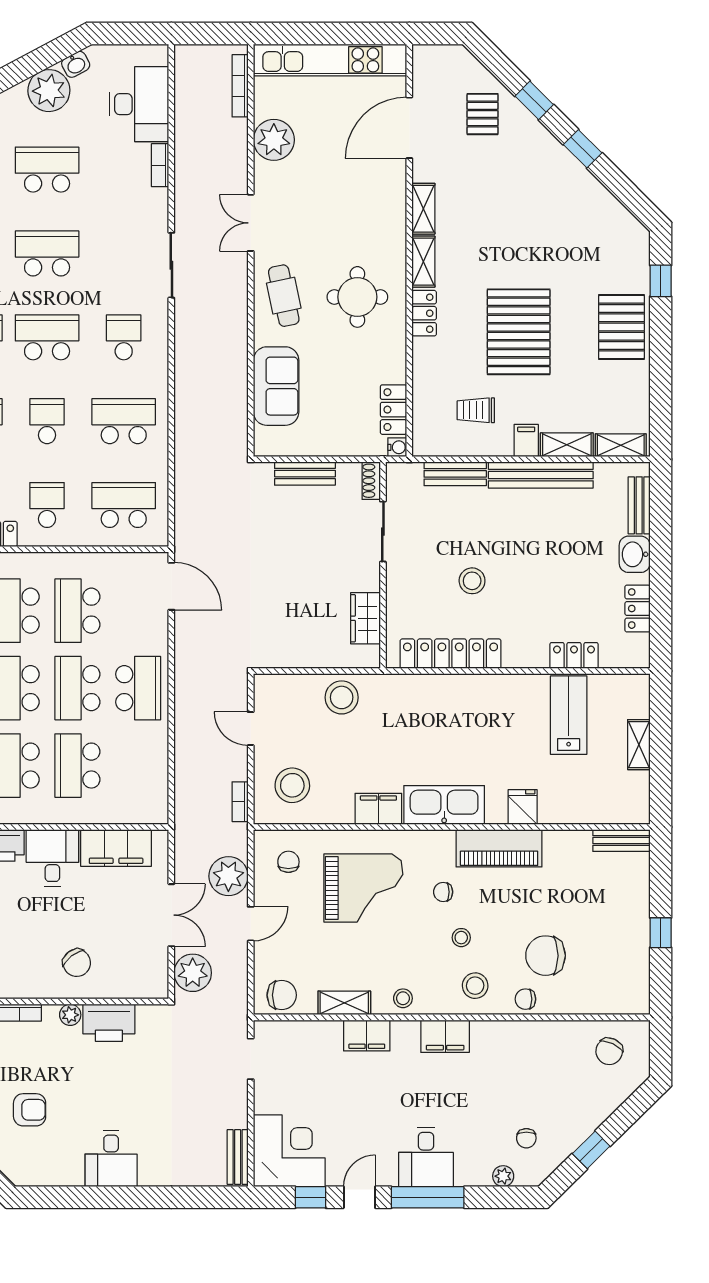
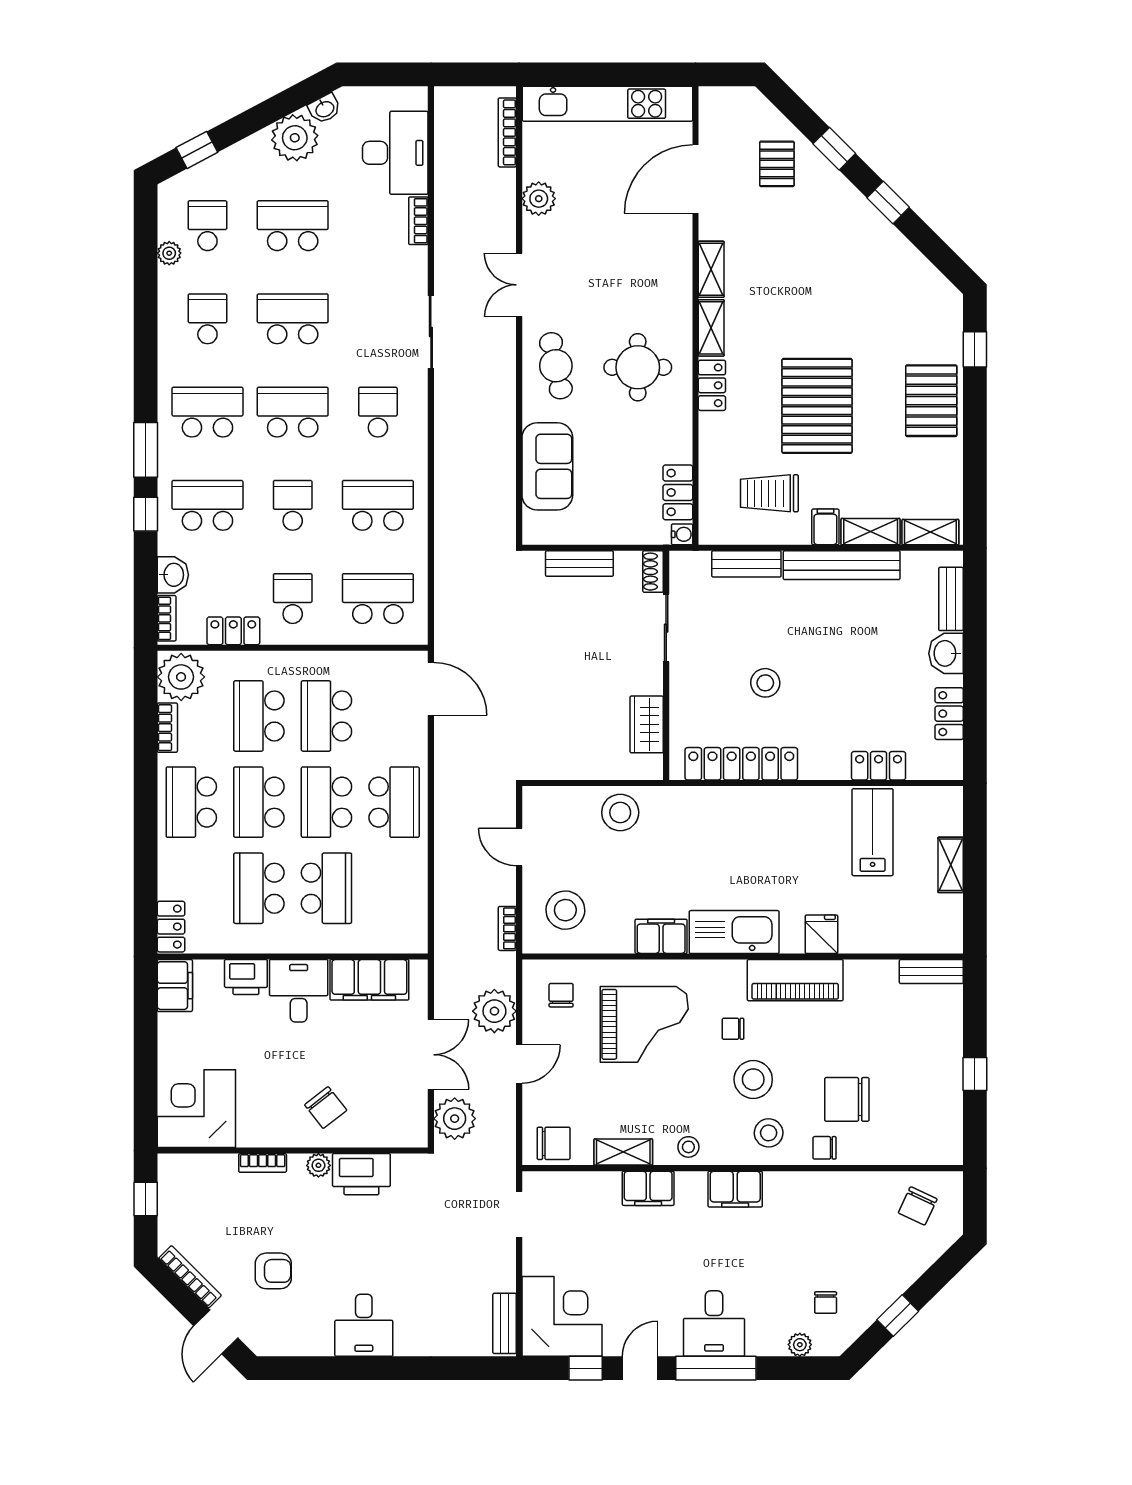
plant: (274, 140) -> (539, 199), width x0.73, depth x0.73
trolley: (476, 410) -> (769, 493), width x1.36, depth x1.39
school desk: (77, 766) -> (326, 888), turned 180
stool: (461, 938) -> (753, 1079), width x1.89, depth x1.89

